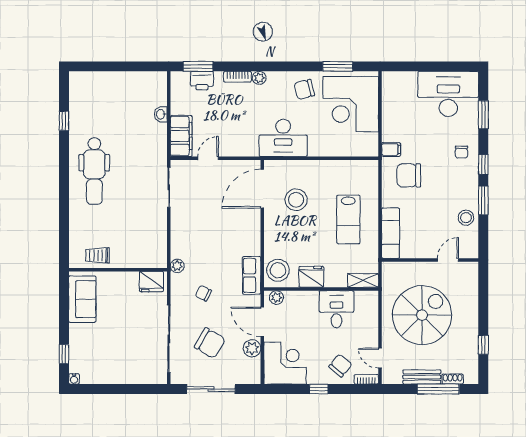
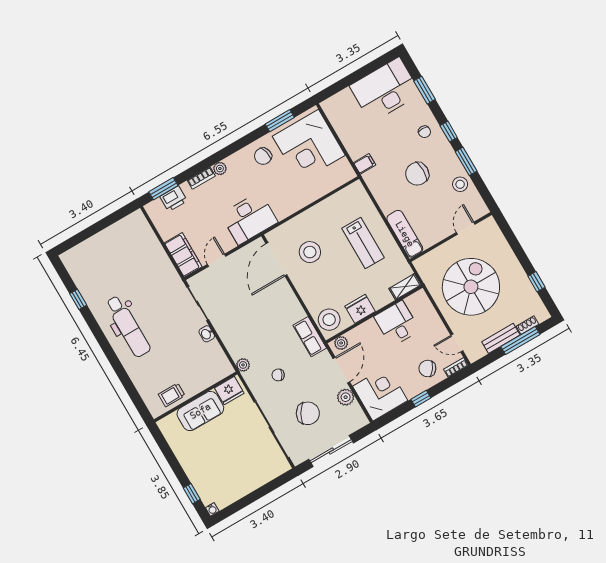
washbasin: (161, 114) -> (207, 334), moved
desk: (283, 138) -> (249, 218), moved
chair: (409, 175) -> (417, 174), moved
sofa: (82, 299) -> (200, 411), moved, turned 90
door: (262, 322) -> (341, 370), swing flipped
chair: (340, 365) -> (427, 368), turned -94

